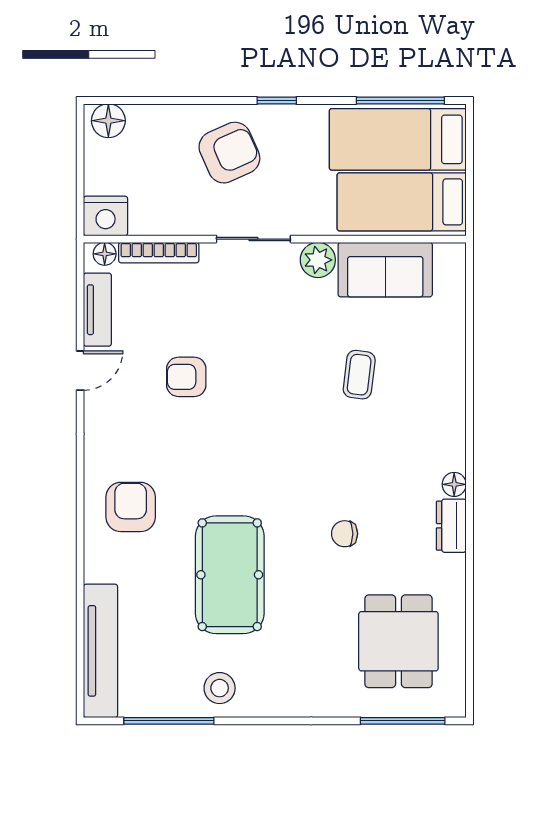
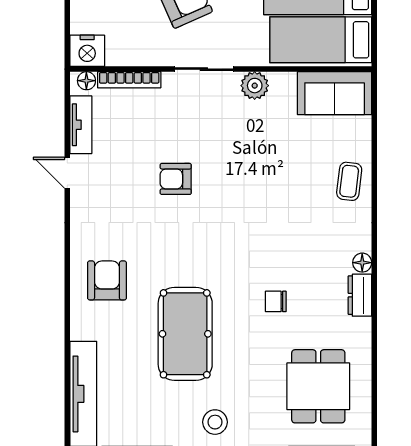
sofa: (385, 270) -> (335, 93), moved
door: (80, 371) -> (67, 173), swing flipped
coffee table: (359, 375) -> (349, 181), moved
armchair: (186, 377) -> (176, 179), moved
stool: (220, 688) -> (215, 422), moved

